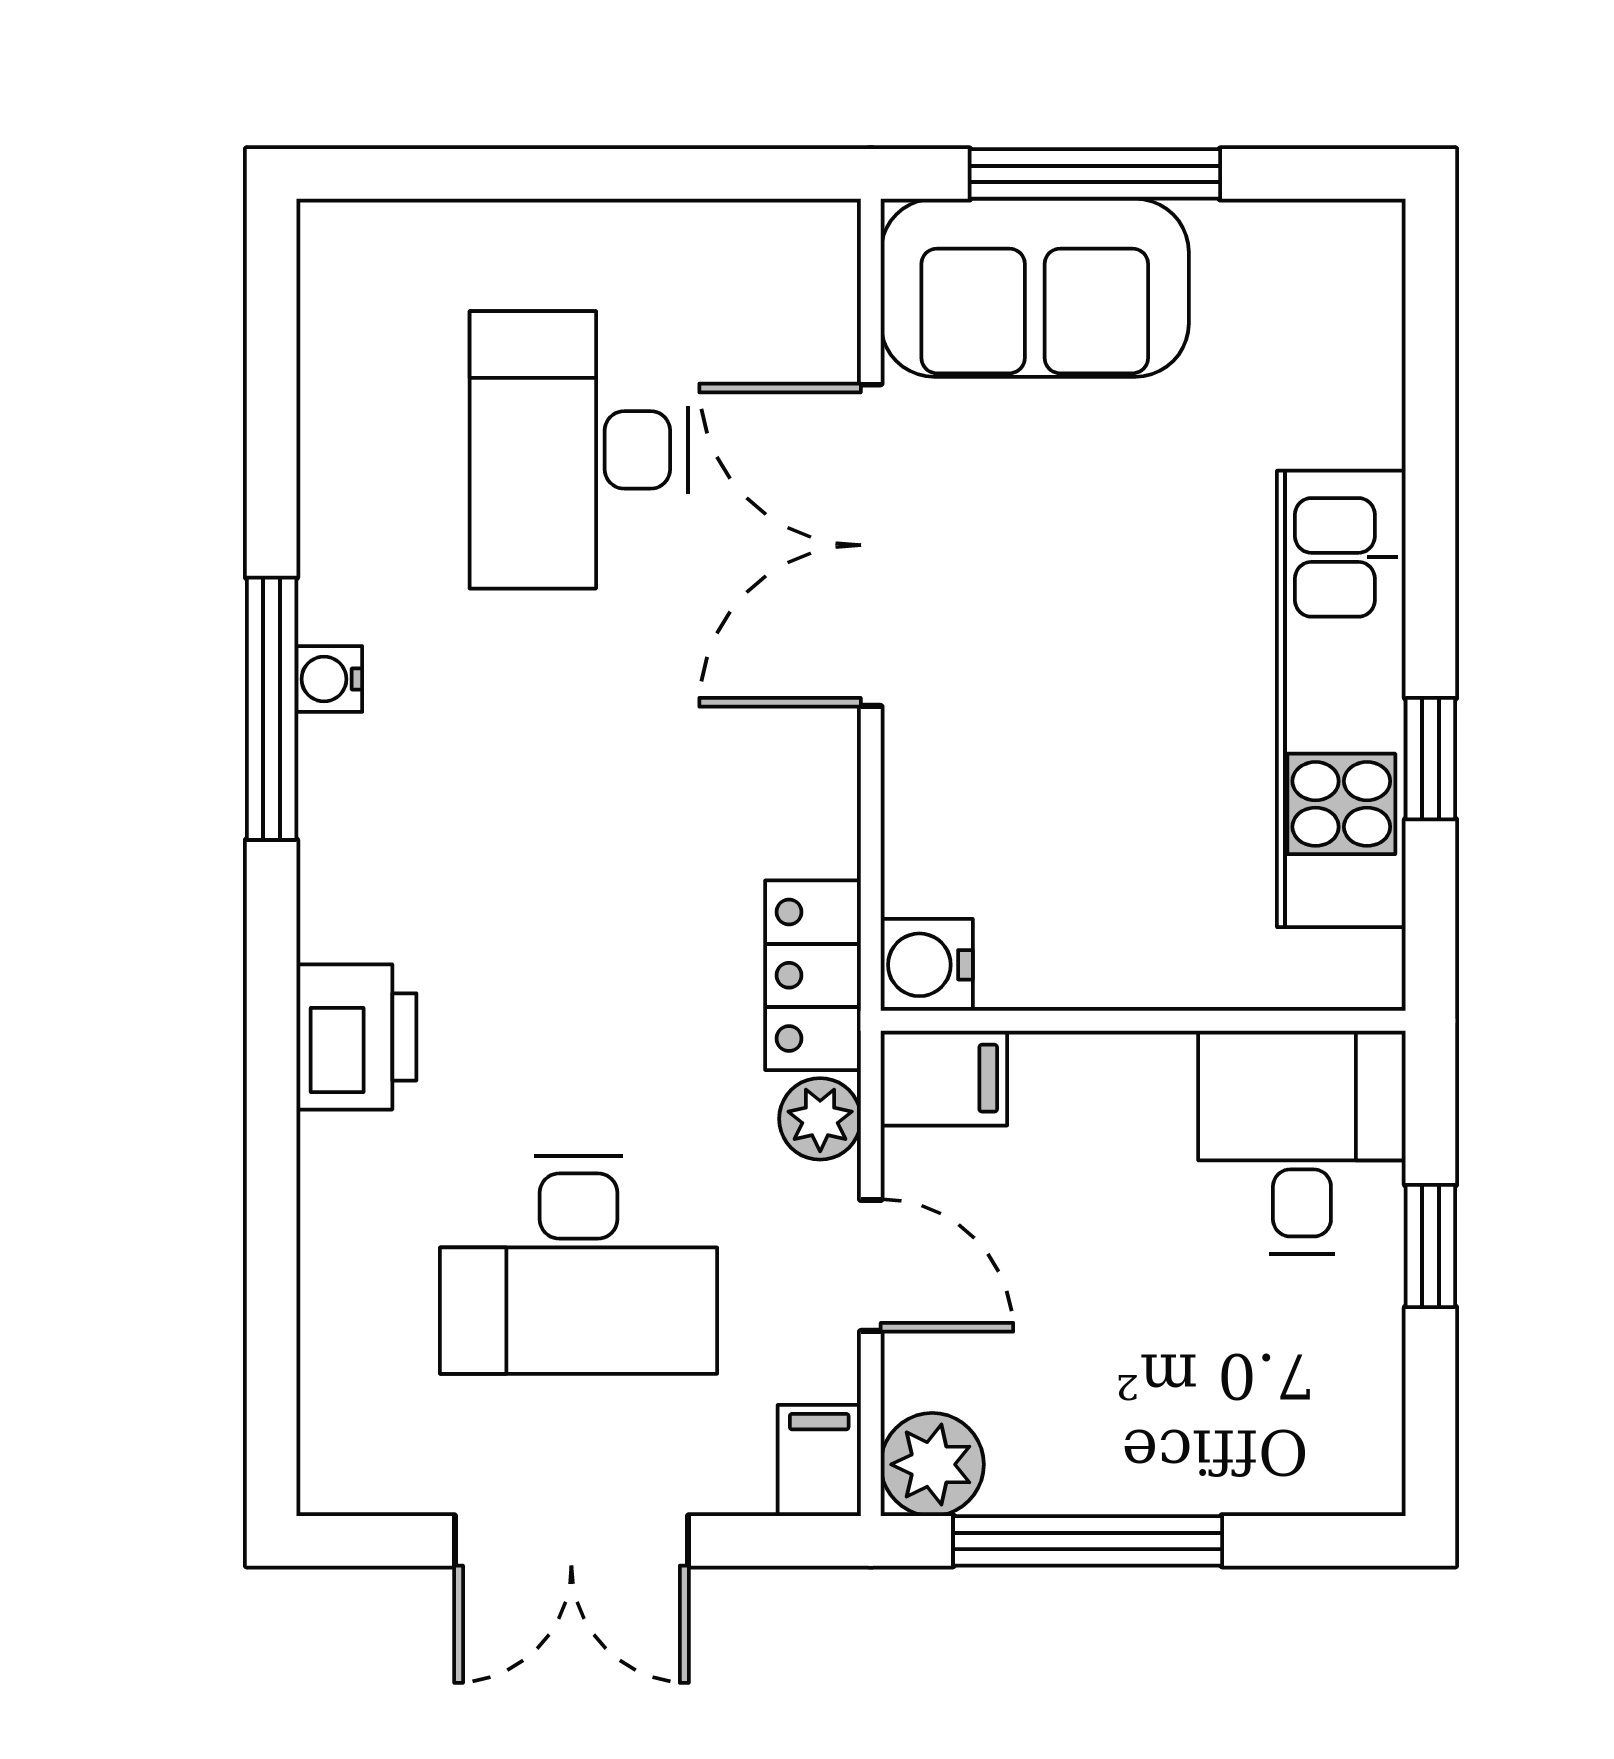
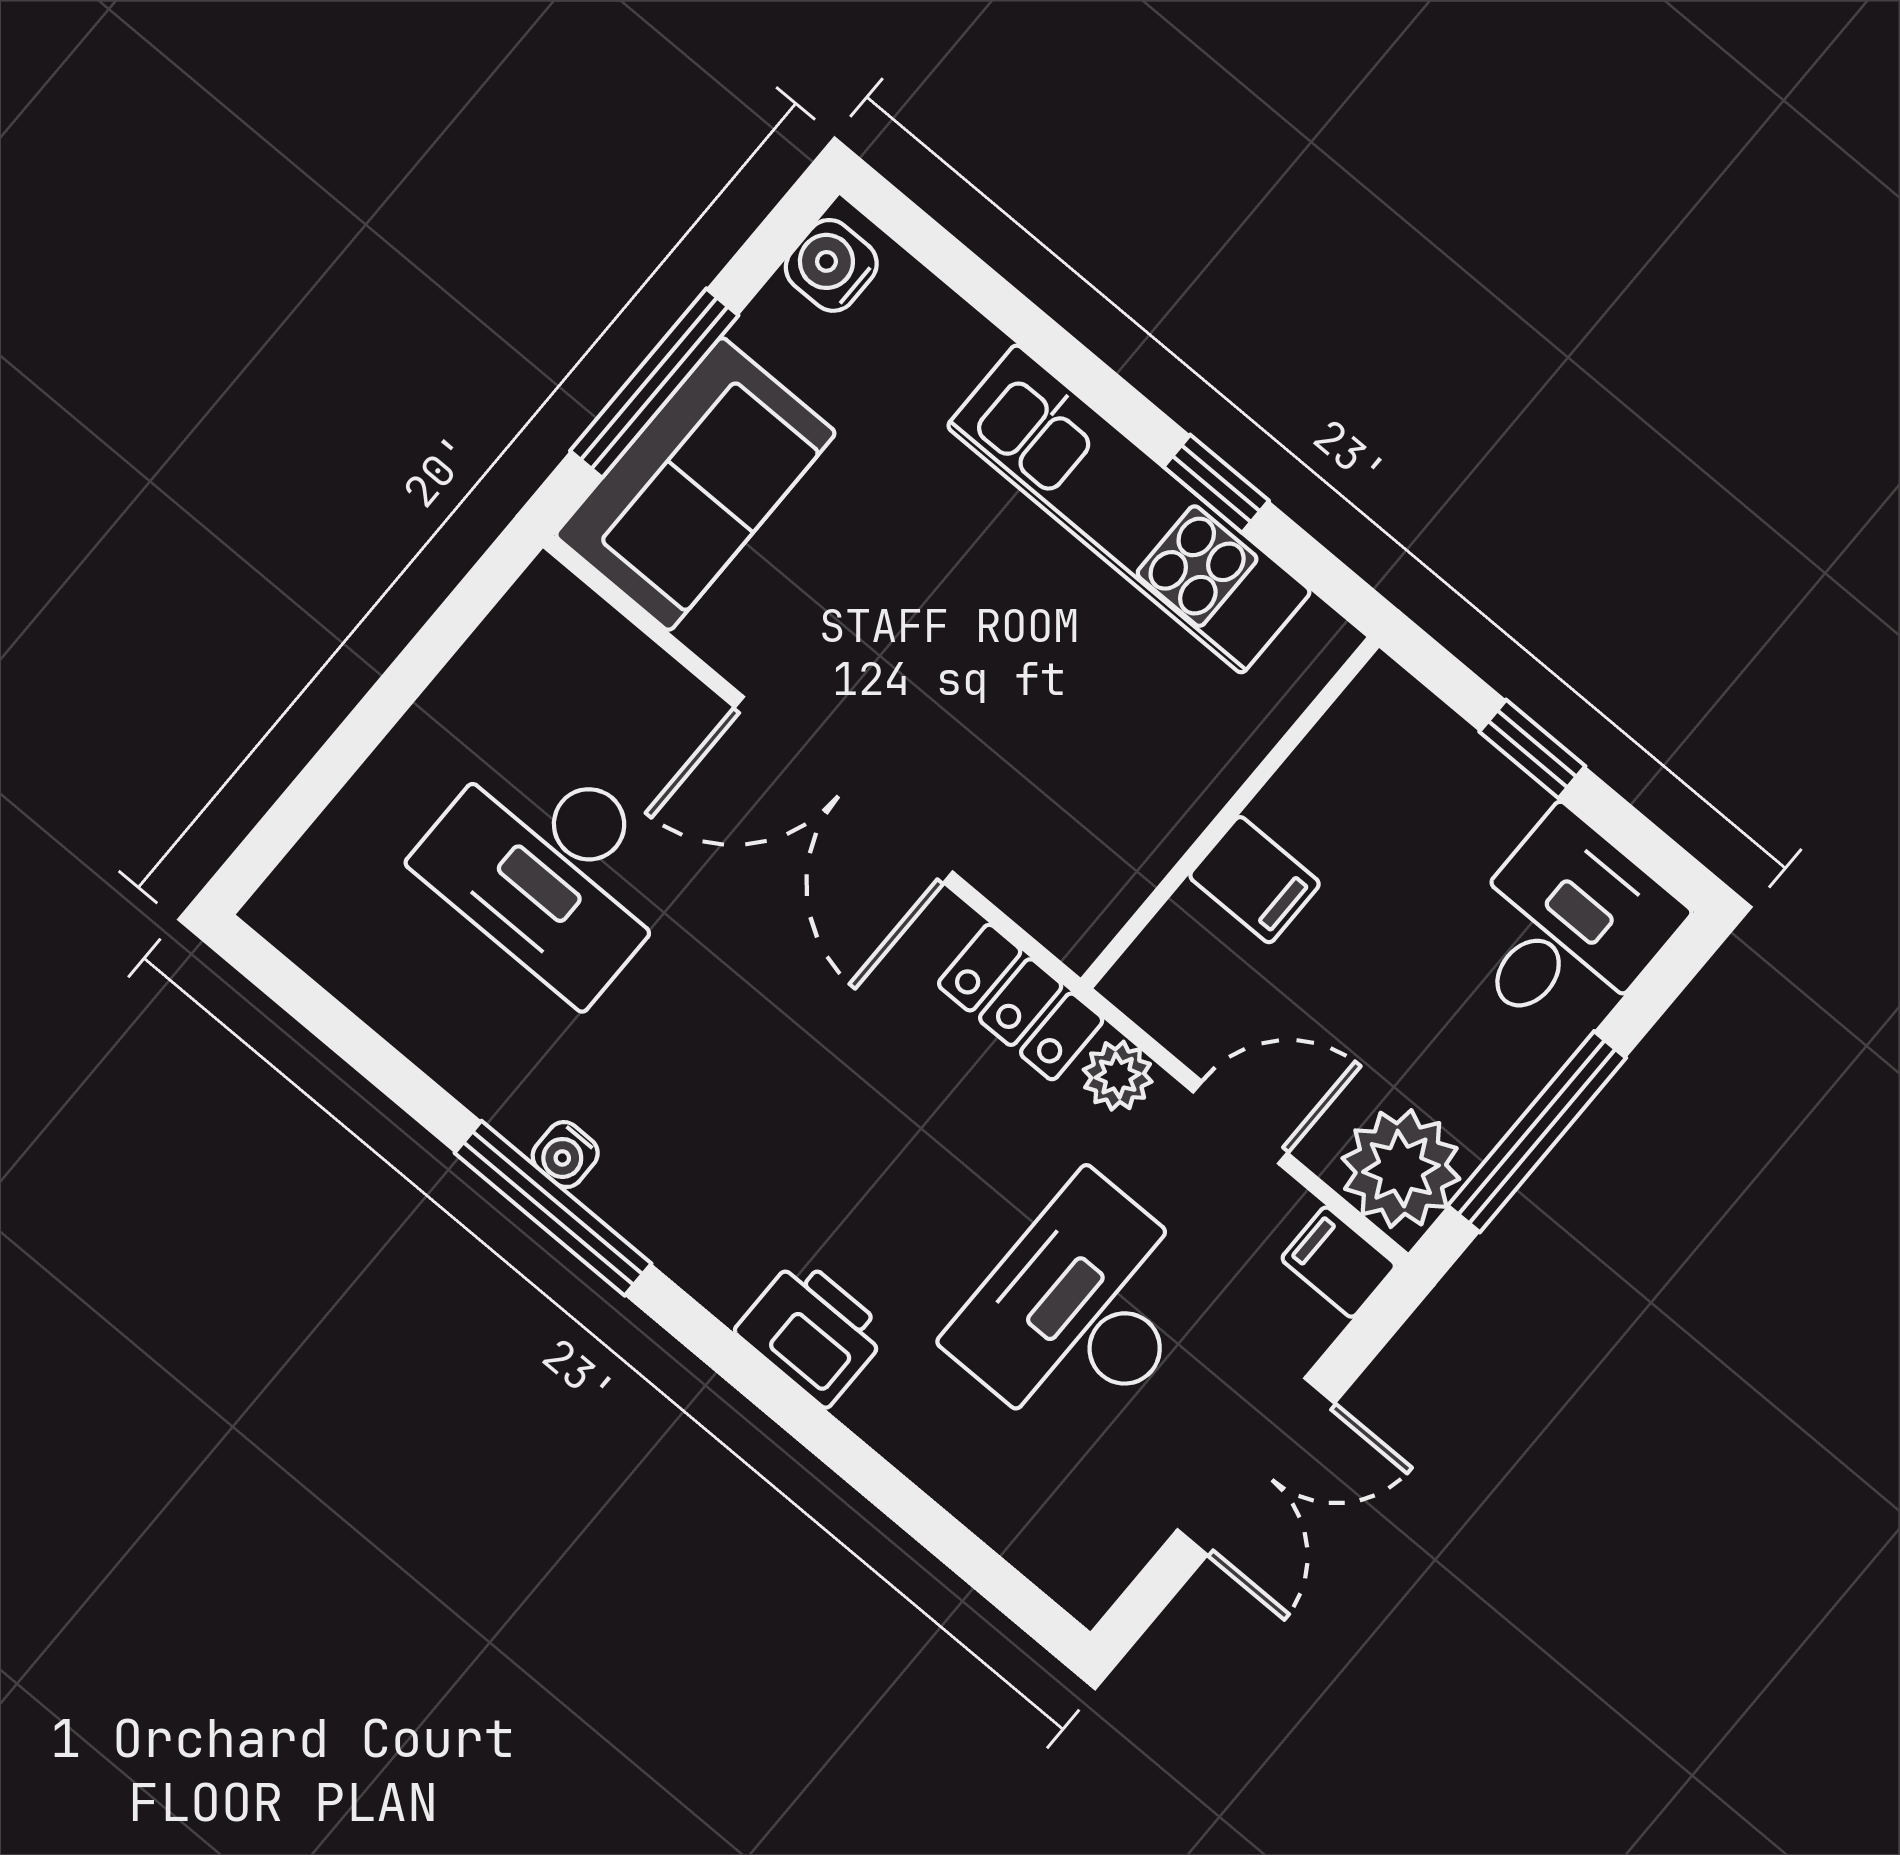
double door: (871, 545) -> (844, 790), moved
water cooler: (927, 965) -> (831, 265), moved, turned 90
filing cabinet: (944, 1078) -> (1254, 880), moved, turned 90
desk: (1302, 1143) -> (1566, 928), moved, turned 90
desk: (579, 1265) -> (1081, 1312), turned 180
plant: (932, 1464) -> (1401, 1169), width x1.36, depth x1.36

